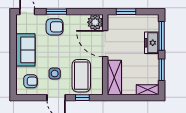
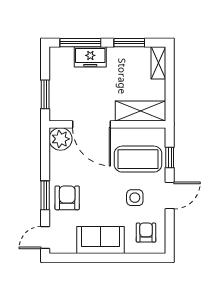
door: (105, 44) -> (92, 124), hinge flipped

